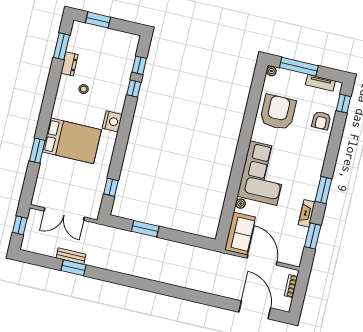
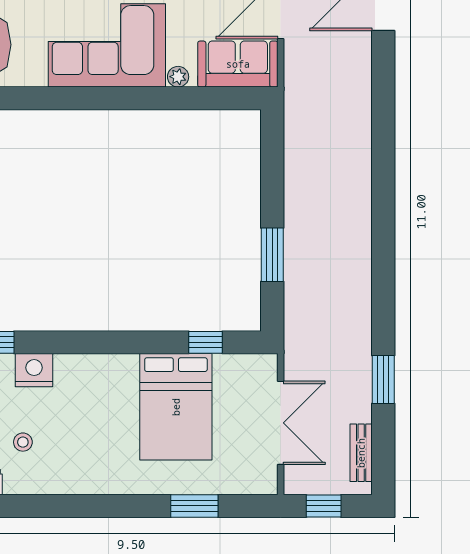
nightstand: (112, 121) -> (34, 370), moved
bed: (72, 141) -> (176, 407), moved, turned 180
window: (37, 151) -> (194, 506), moved
bench: (71, 256) -> (361, 453), moved

